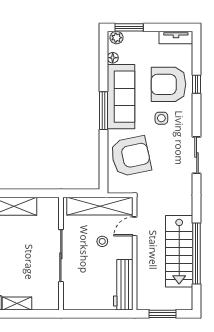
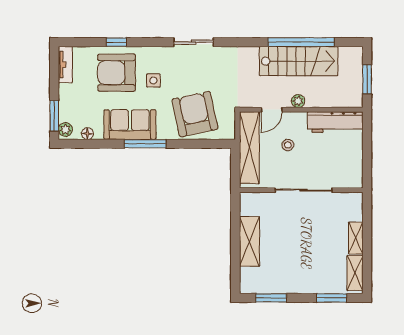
armchair: (169, 84) -> (117, 73), turned 90
sofa: (121, 97) -> (130, 125), width x0.73
door: (135, 226) -> (272, 110), hinge flipped
plant: (143, 251) -> (298, 101), added

